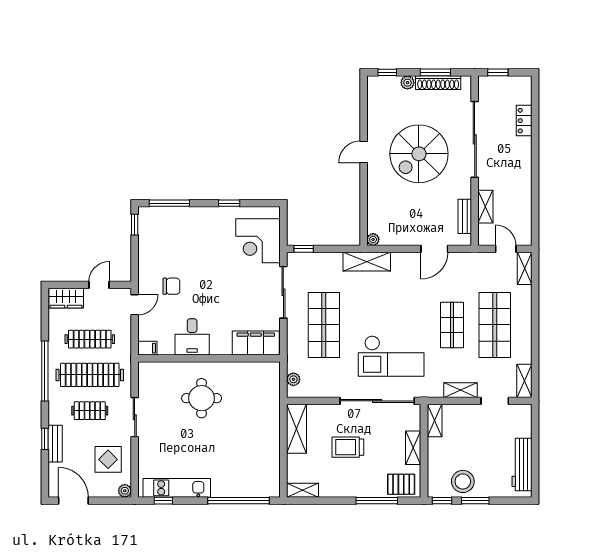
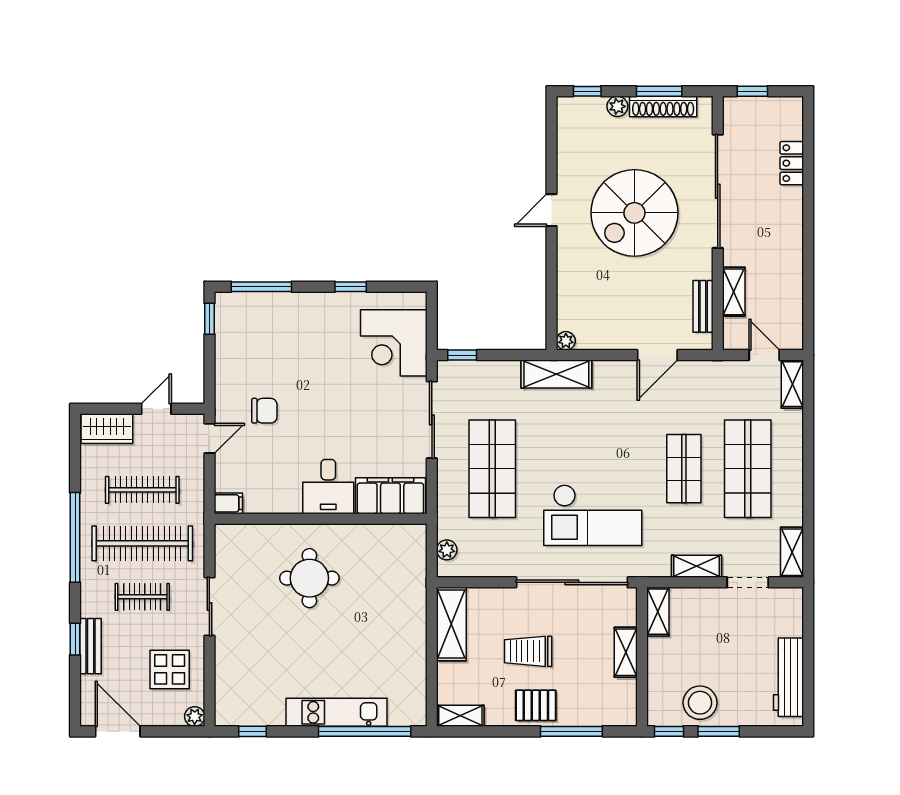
desk: (192, 337) -> (328, 487), moved
pallet: (401, 484) -> (536, 705), moved
kitchen unit: (177, 488) -> (336, 712), moved

